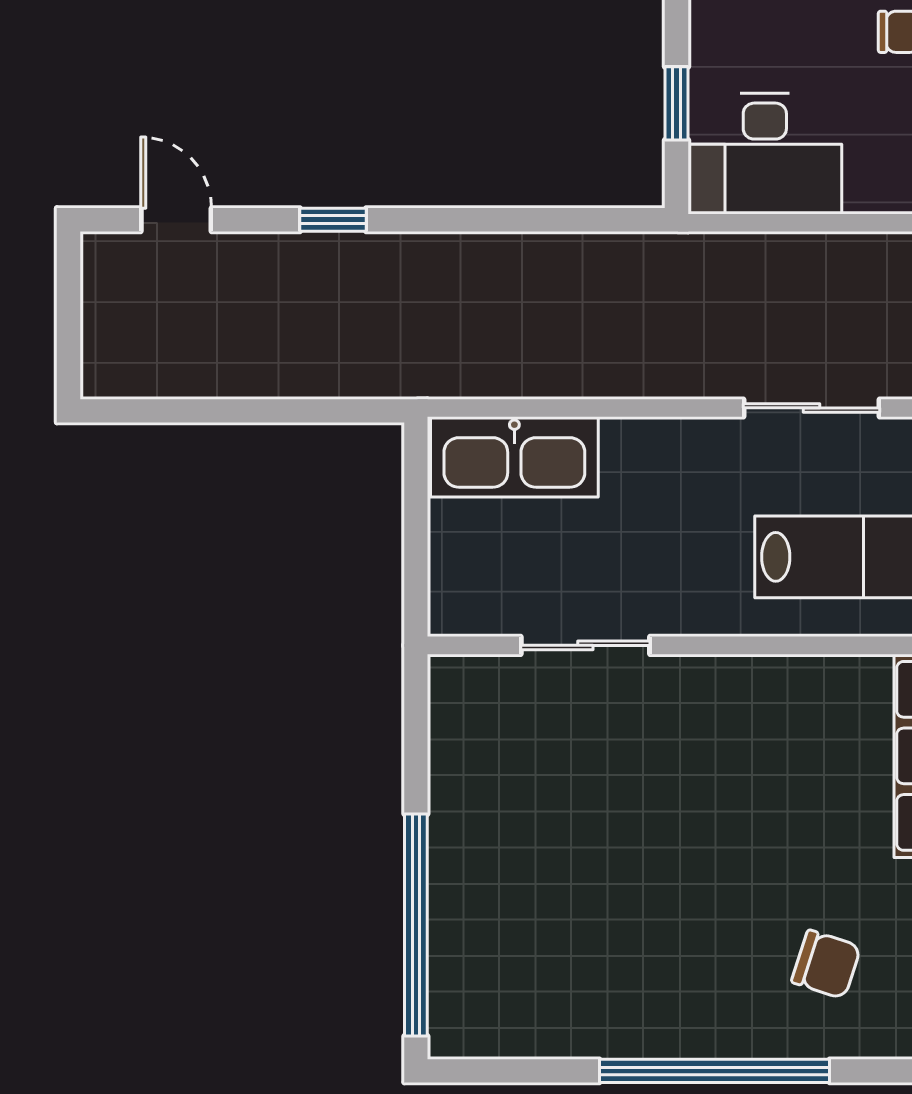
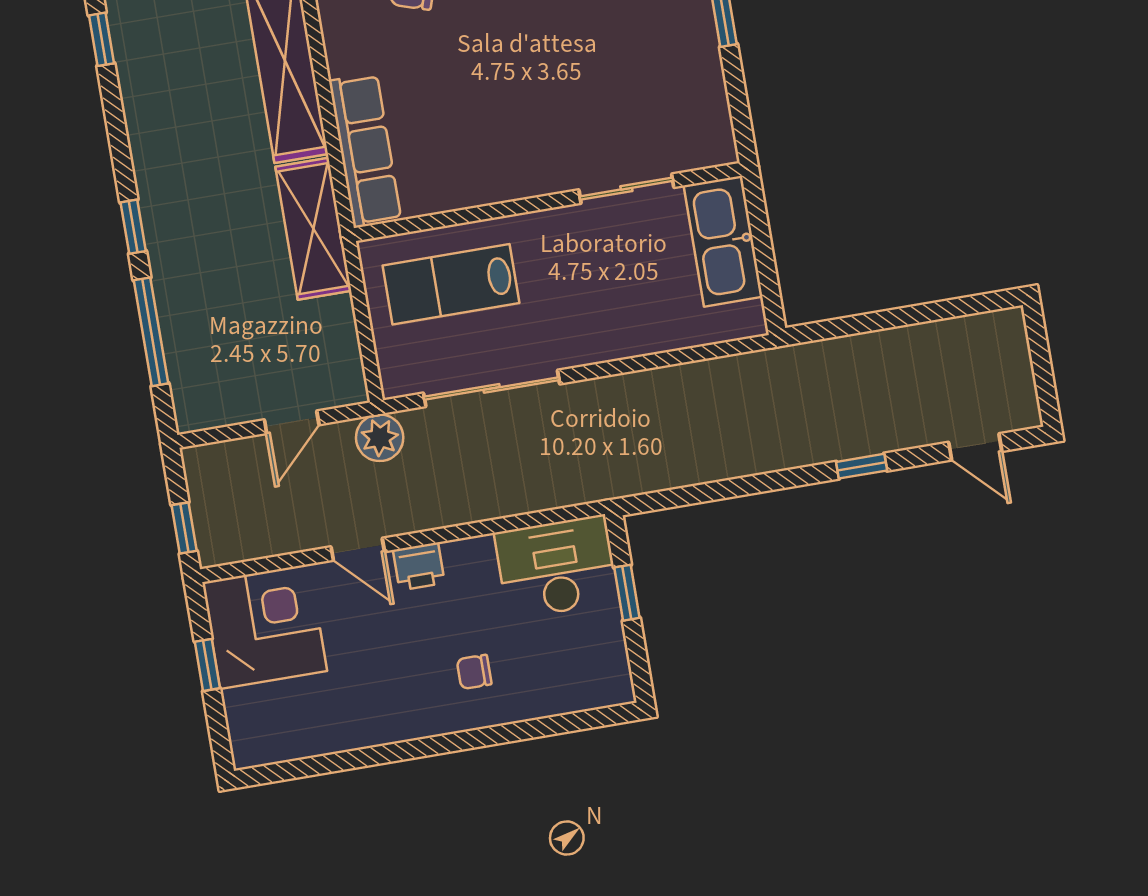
sliding door: (812, 408) -> (492, 388), width x1.37
kitchen sink: (514, 457) -> (723, 241), moved, turned -90

